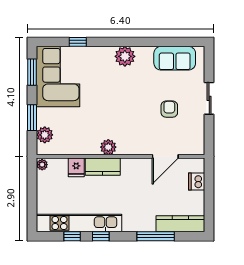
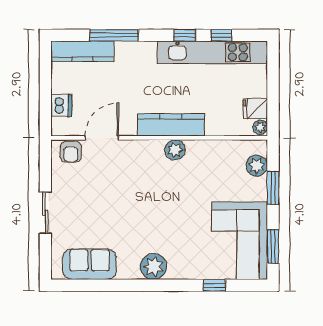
armchair: (169, 109) -> (71, 152), moved
fridge: (76, 167) -> (255, 108), moved, turned -90
kitchen counter: (103, 167) -> (171, 125), width x1.50

